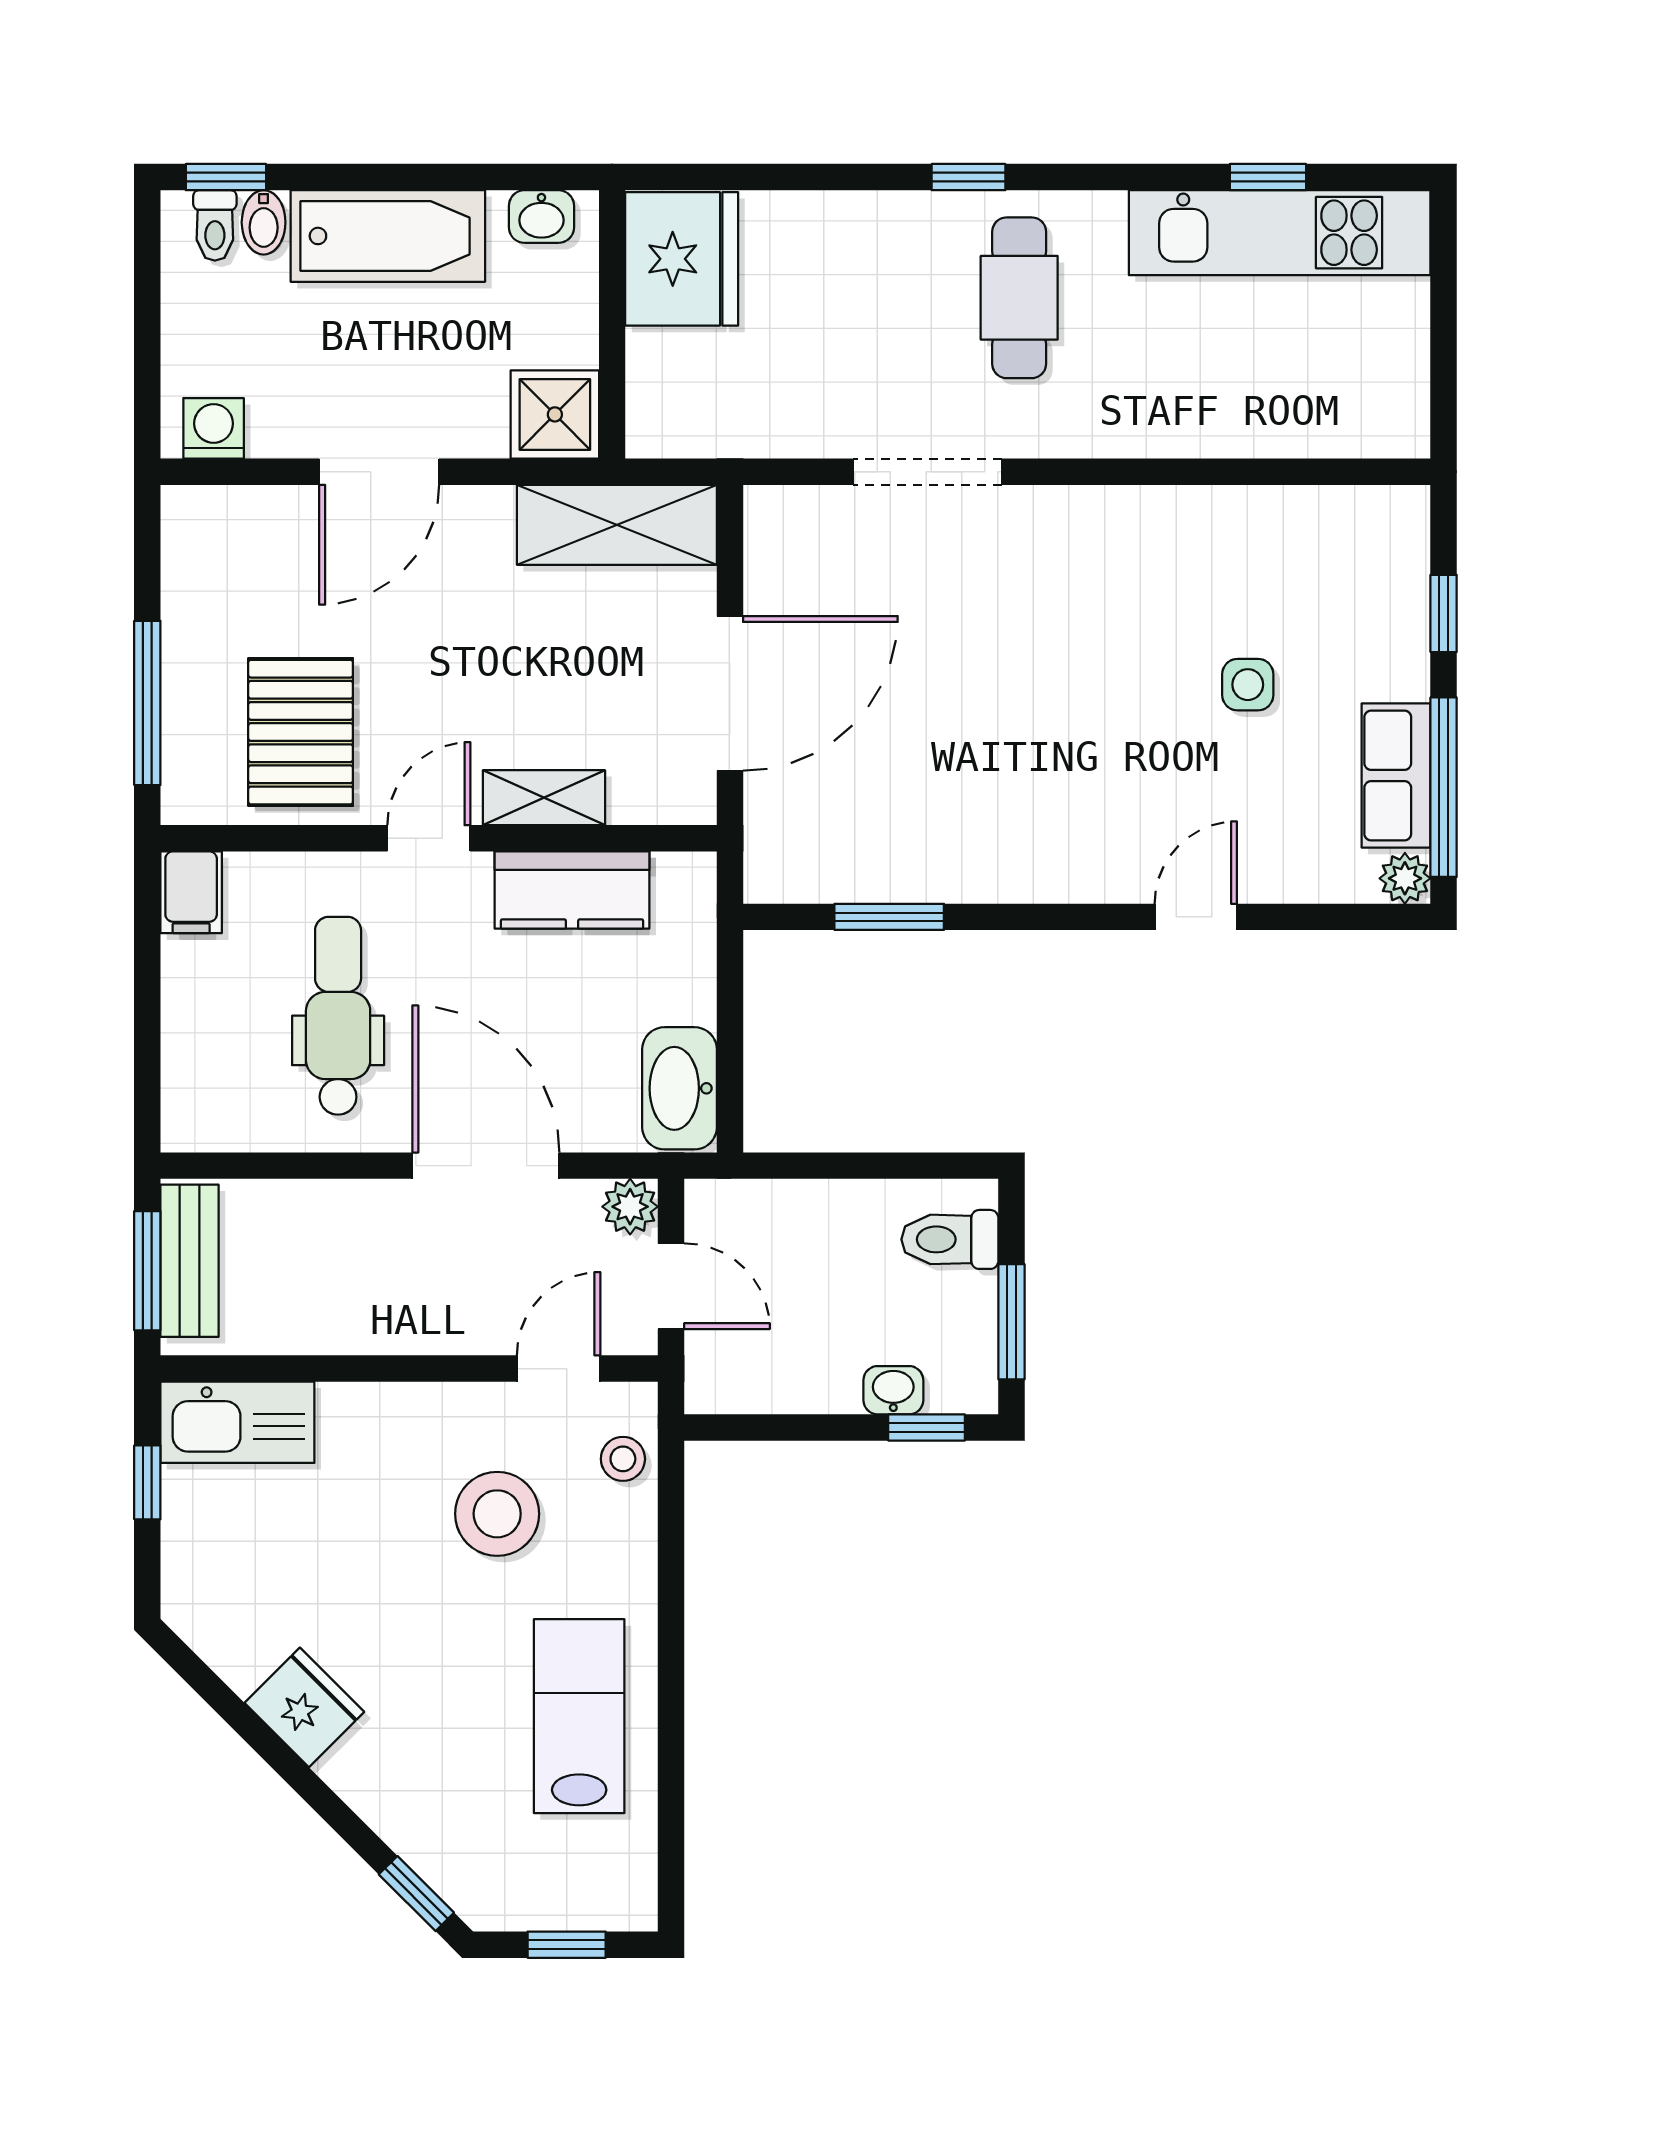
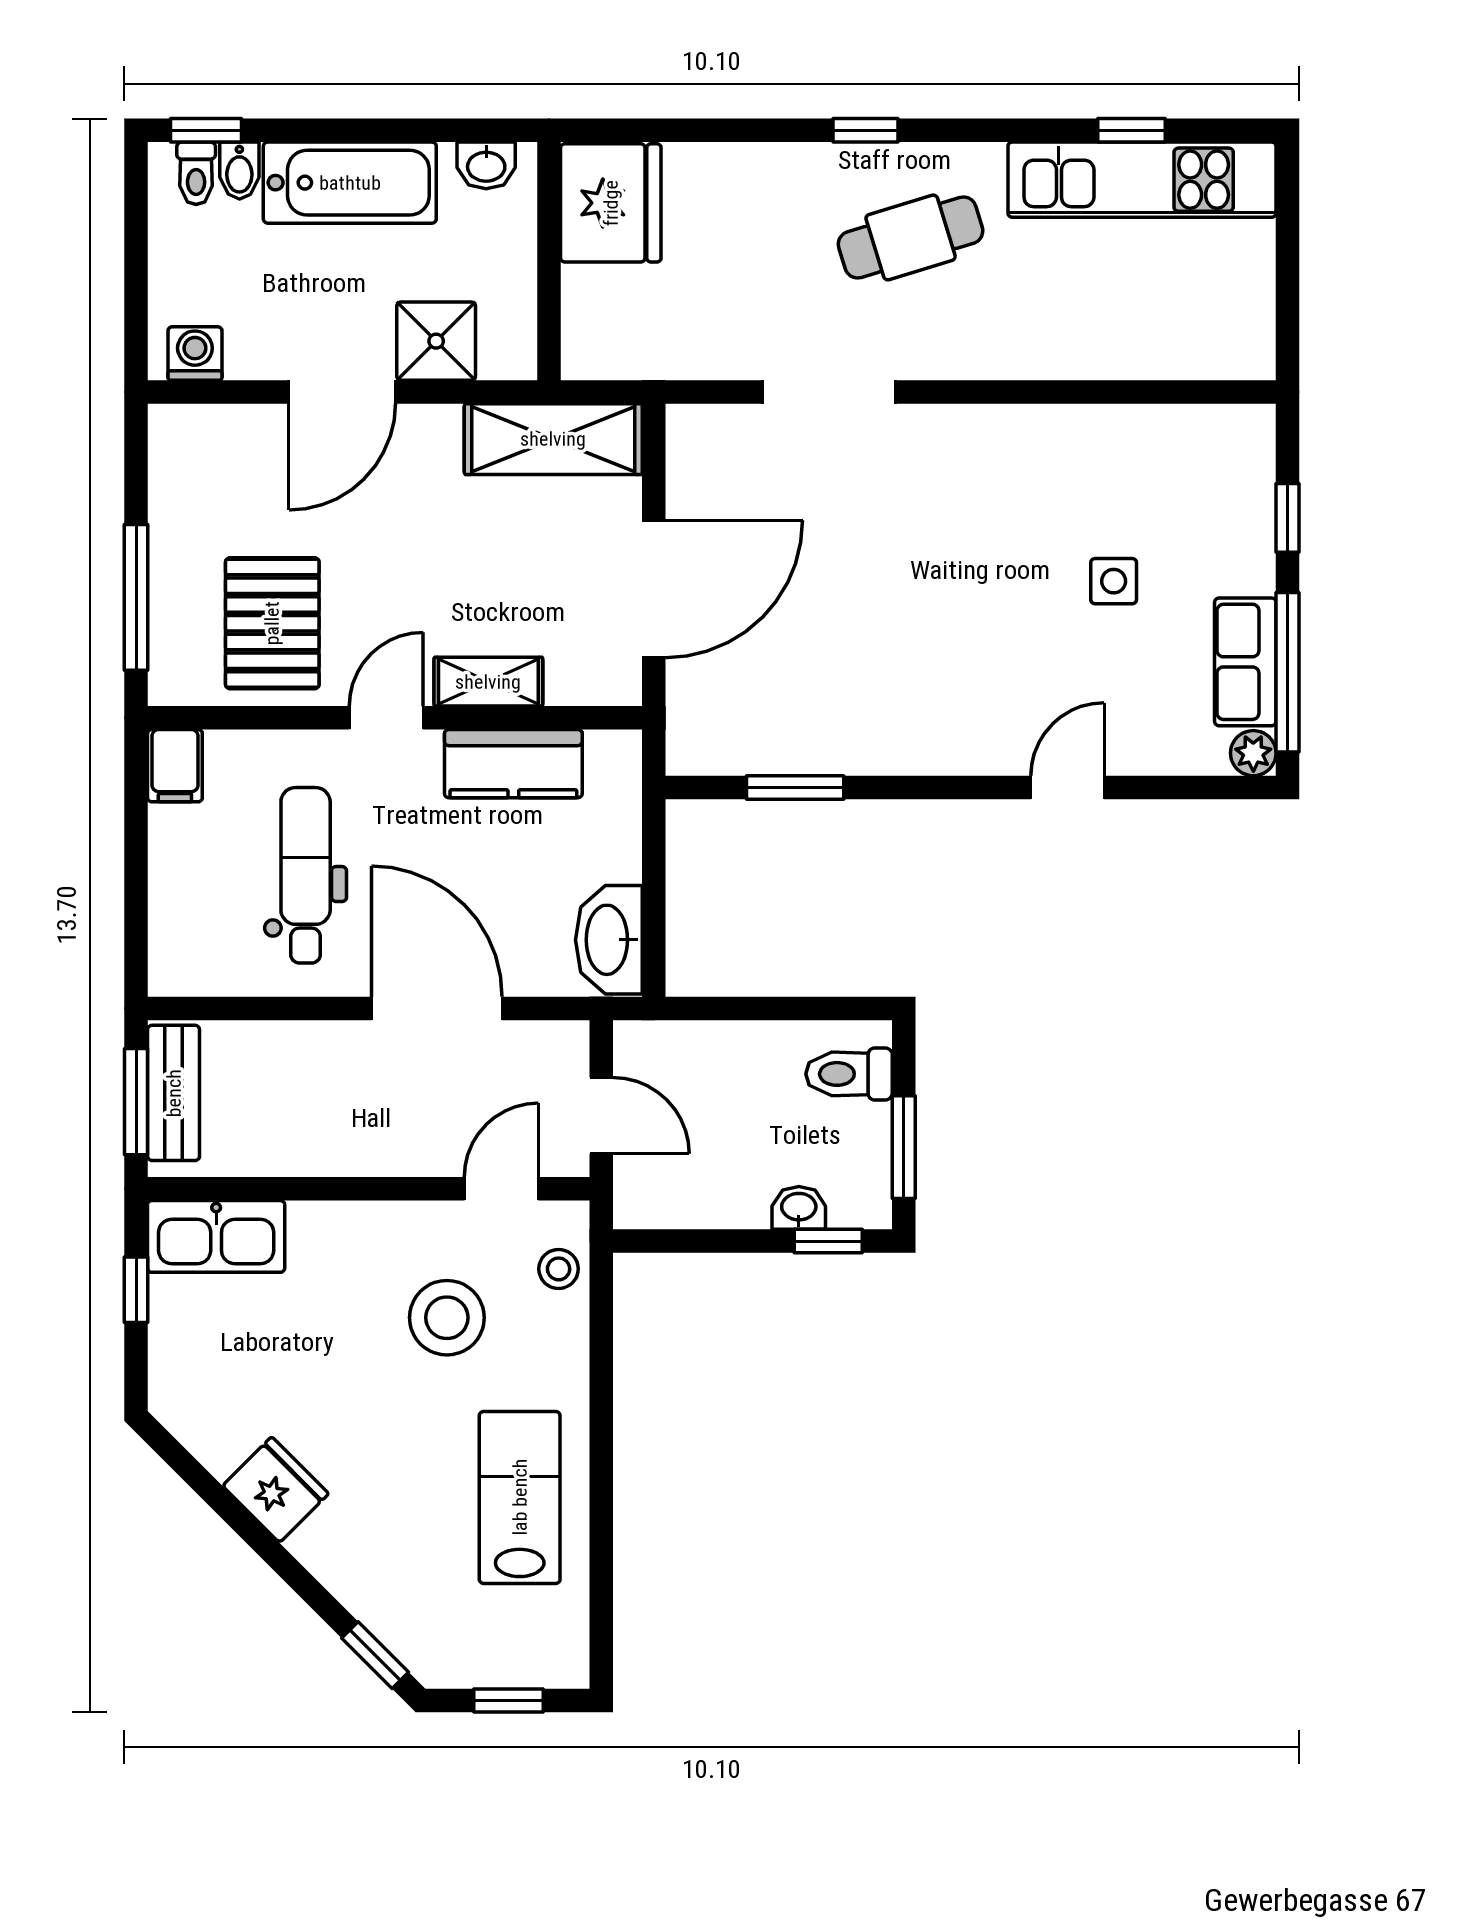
cafe table: (1019, 298) -> (911, 237), turned 73
shower: (555, 414) -> (436, 341), moved
plant: (630, 1207) -> (565, 1045), removed

